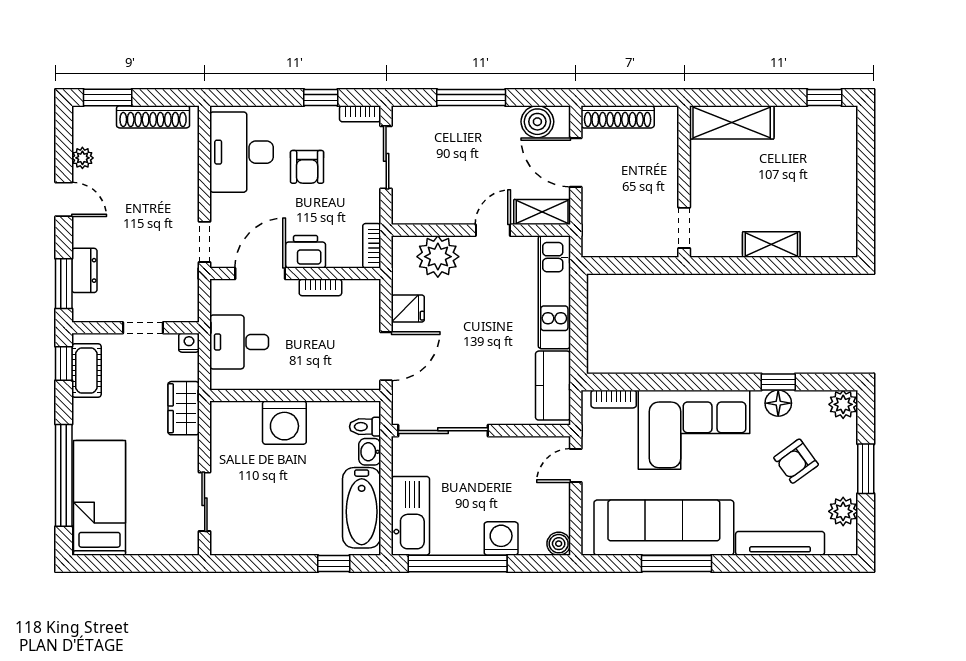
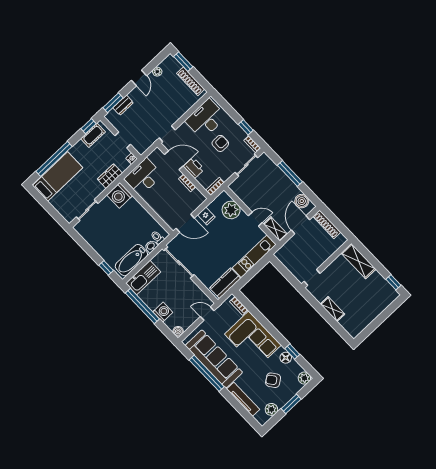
armchair: (307, 167) -> (220, 143), turned 180
desk: (239, 342) -> (143, 177), width x1.37
washing machine: (284, 423) -> (120, 195), moved
window: (676, 563) -> (207, 373), width x1.46

